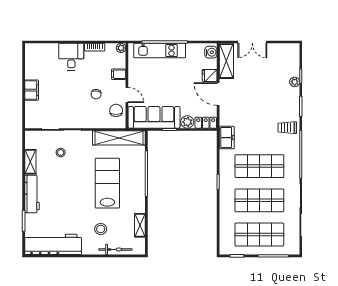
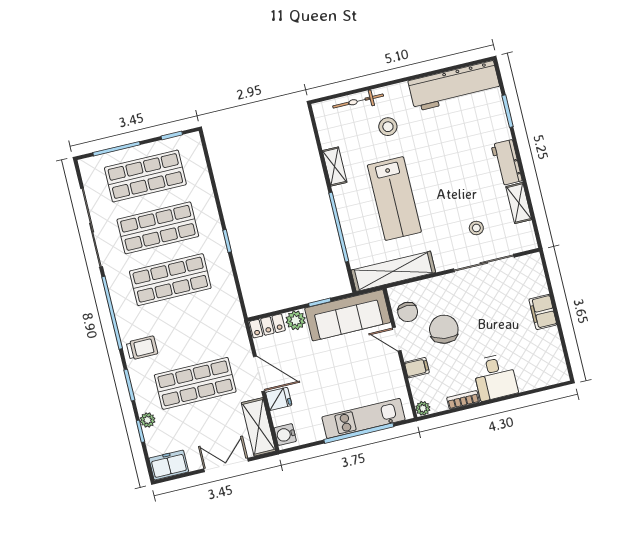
chair: (96, 94) -> (444, 329), width x1.87, depth x1.87
shop shelf: (259, 98) -> (195, 383), added
freezer: (227, 138) -> (169, 465), moved, turned 90
workbench: (32, 194) -> (507, 163), width x0.73
shelving: (140, 225) -> (335, 166), moved

